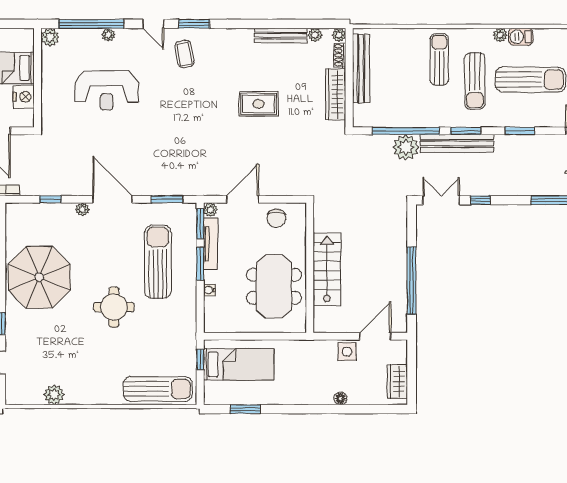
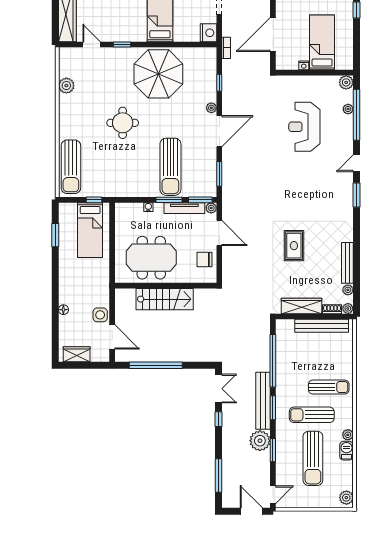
plant: (108, 35) -> (348, 109), moved
coffee table: (184, 54) -> (333, 188), removed
nightstand: (24, 97) -> (304, 65), width x0.53, depth x0.56
plant: (406, 147) -> (260, 441), moved
sun lounger: (158, 262) -> (170, 167), turned 90
round table: (114, 307) -> (123, 123), moved

